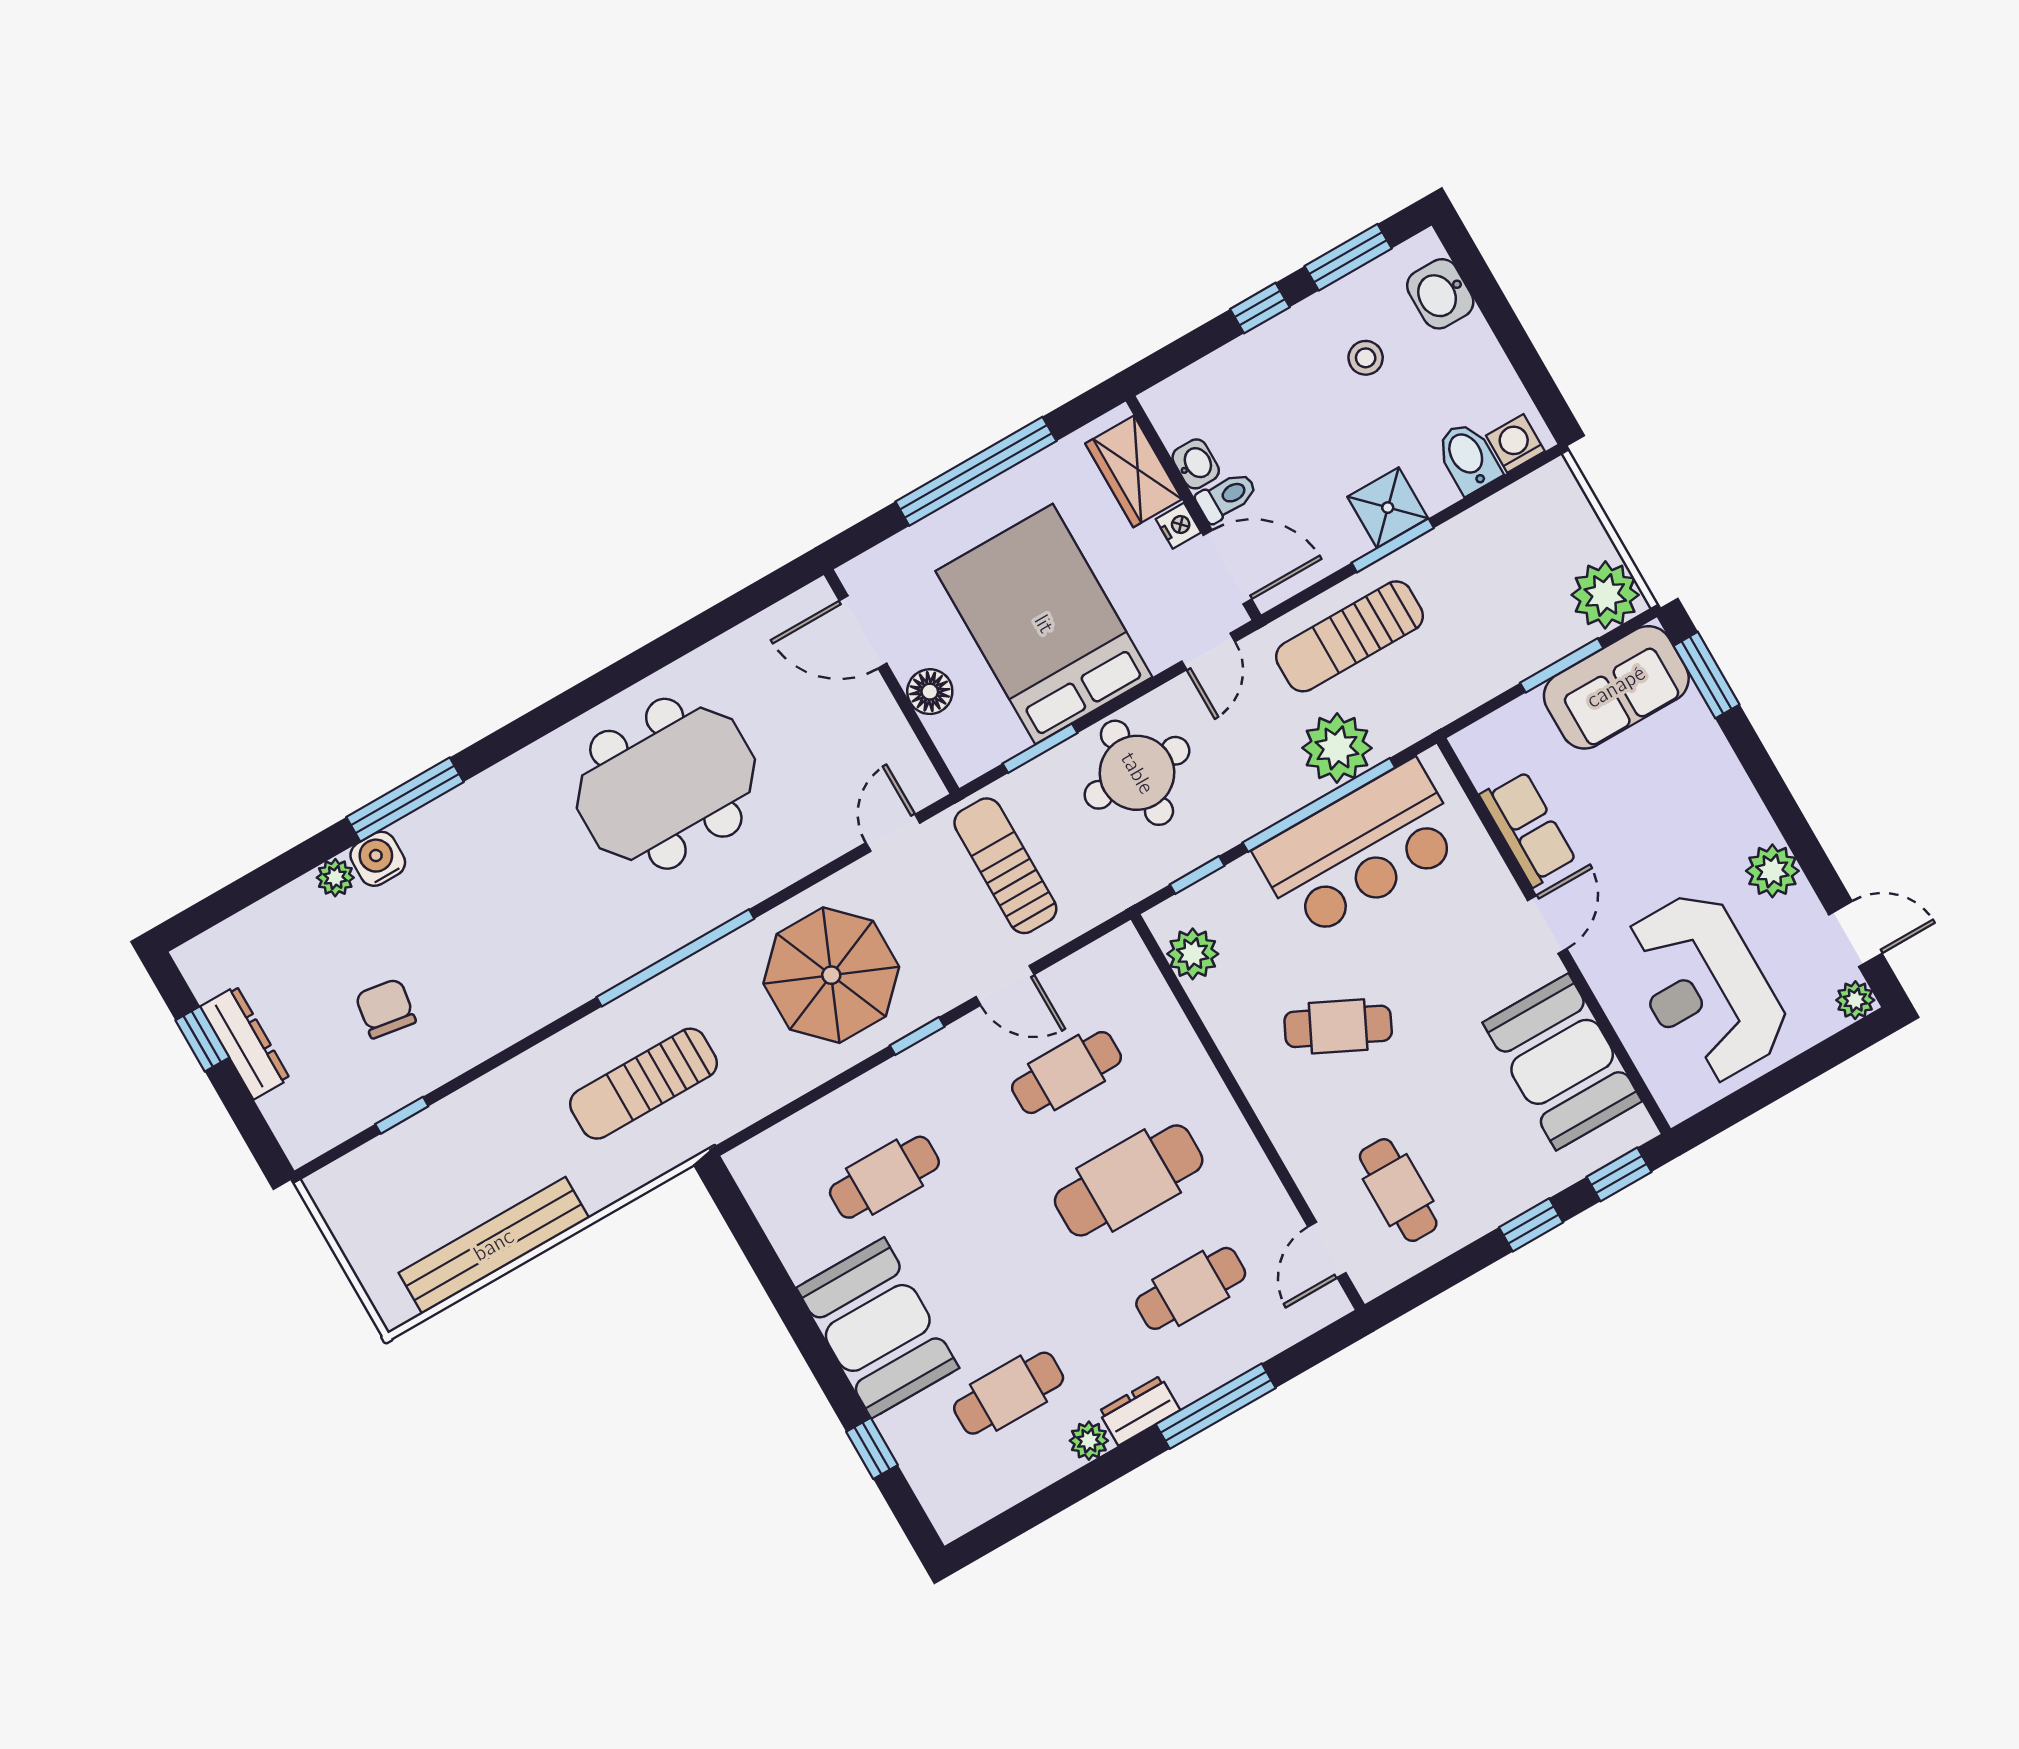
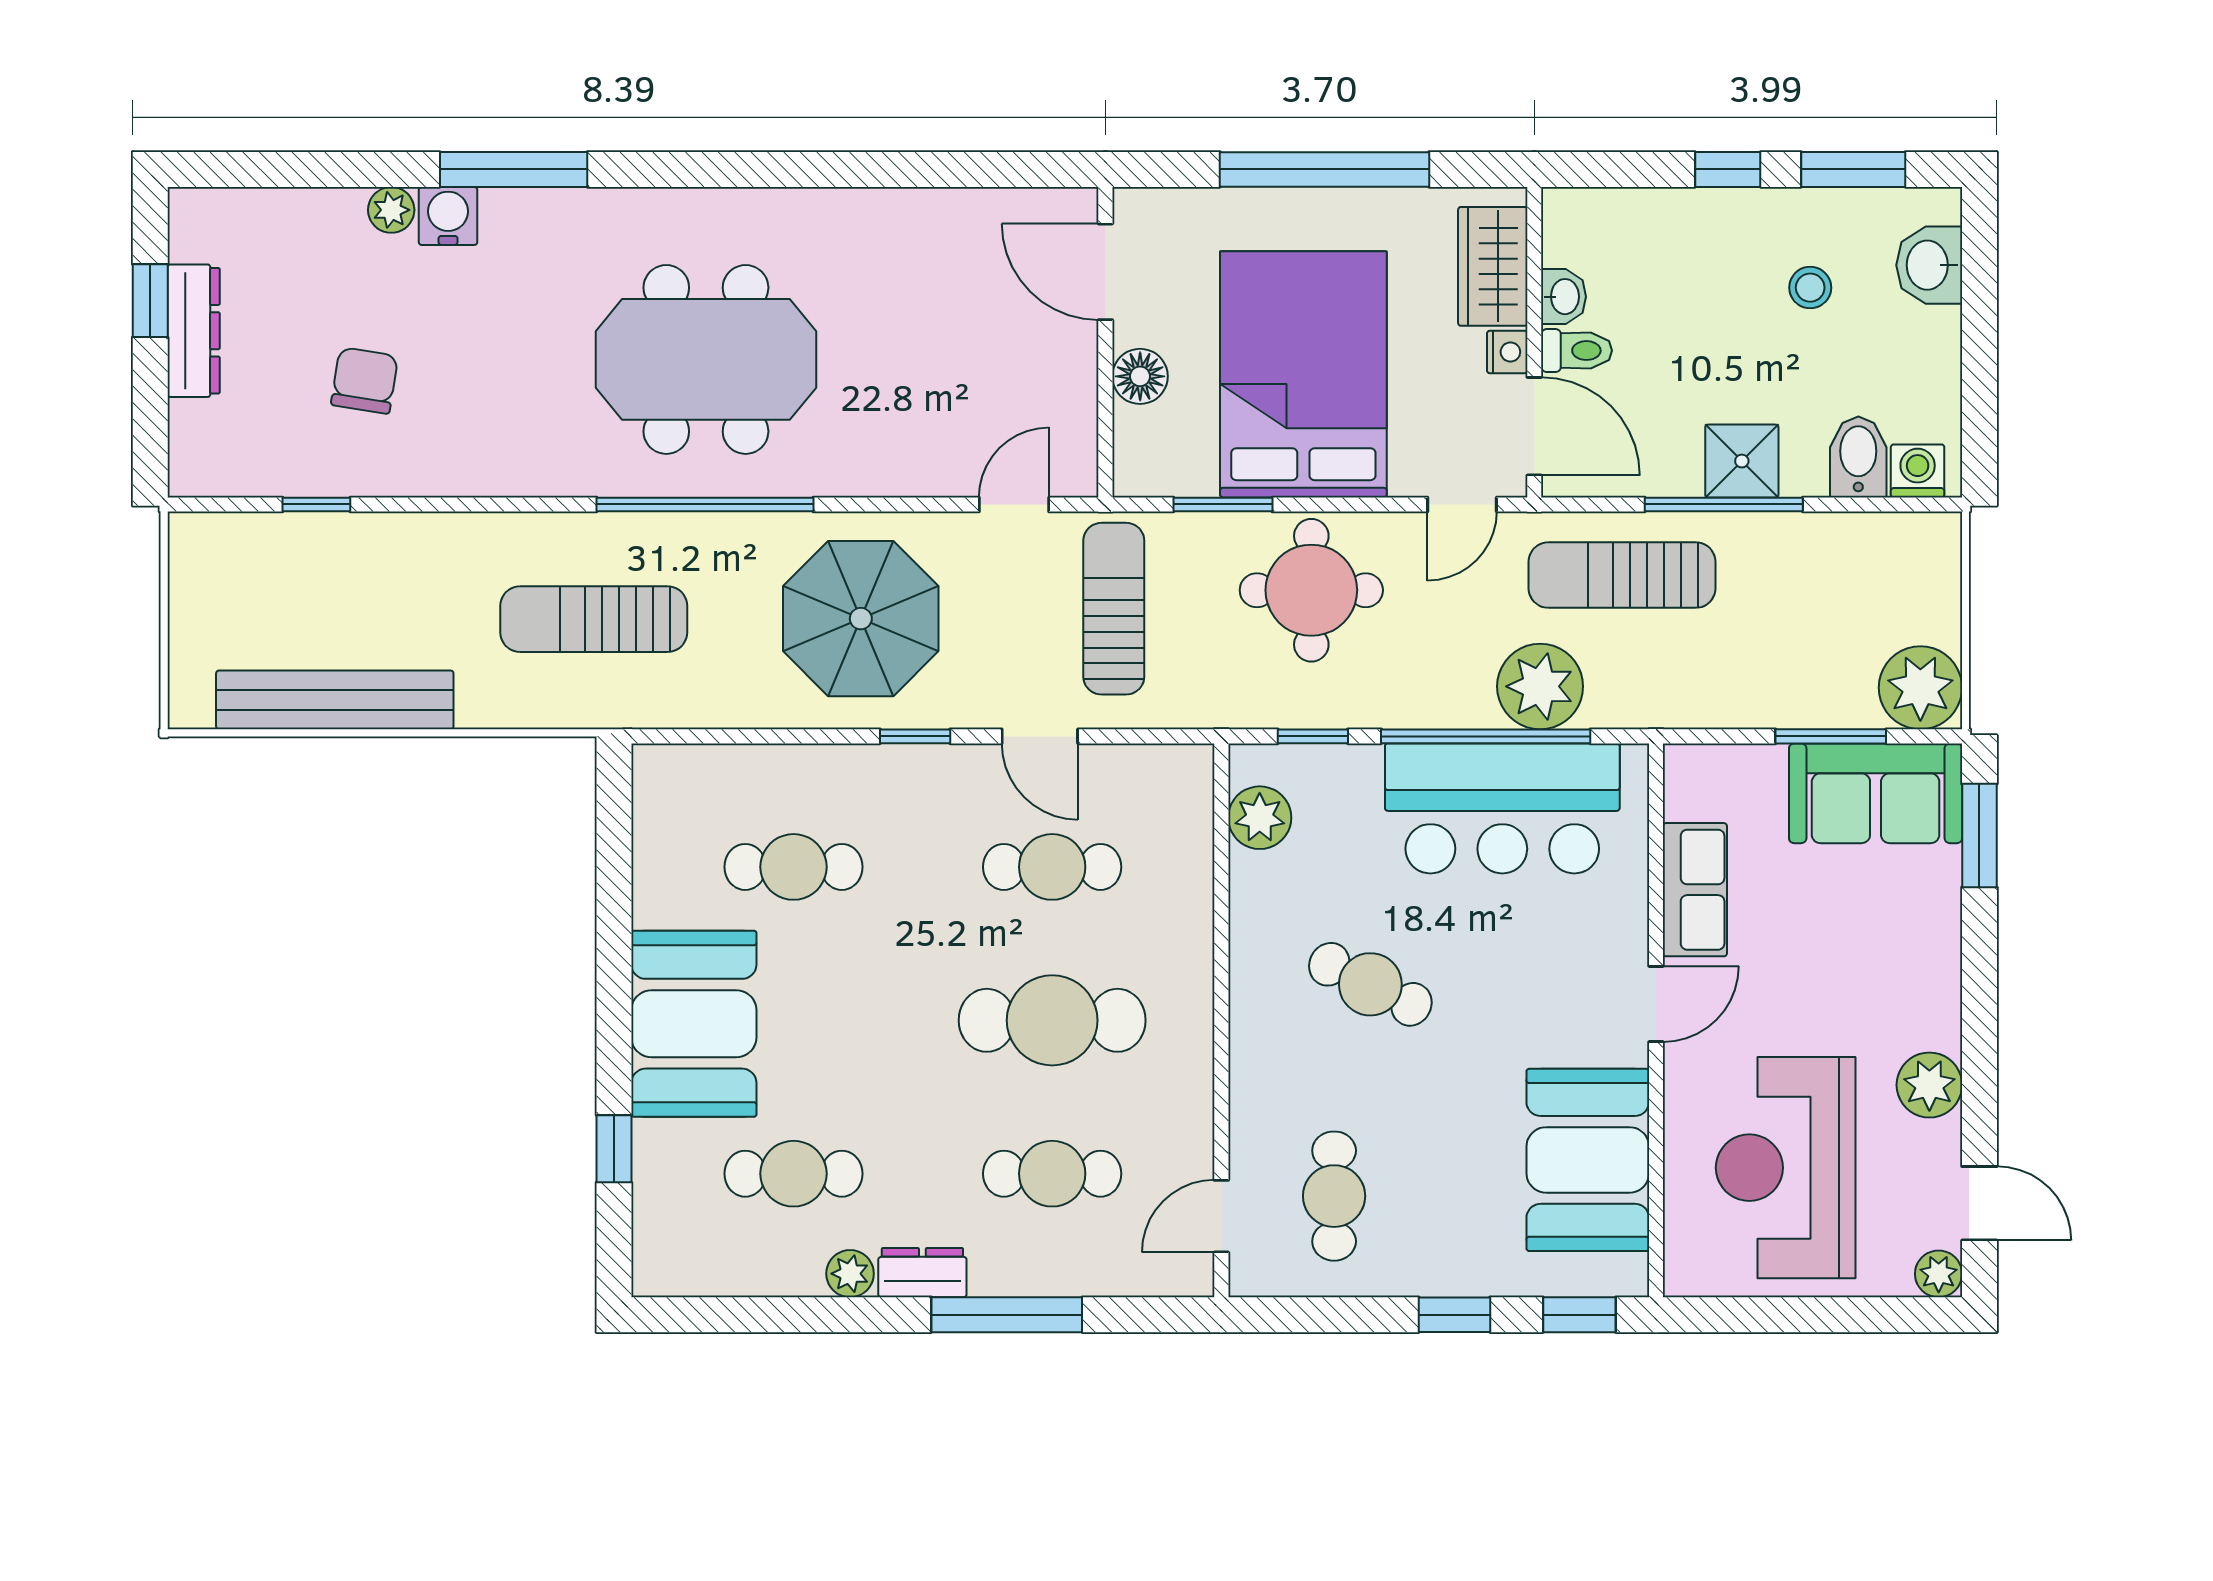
window: (1393, 545) -> (1724, 504), width x1.44
meeting table: (666, 784) -> (706, 359), moved

